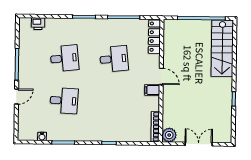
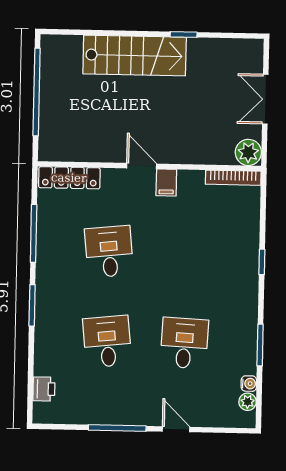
stairs: (222, 48) -> (135, 56), moved
door: (161, 76) -> (142, 166), hinge flipped
plant: (32, 136) -> (248, 402), added

